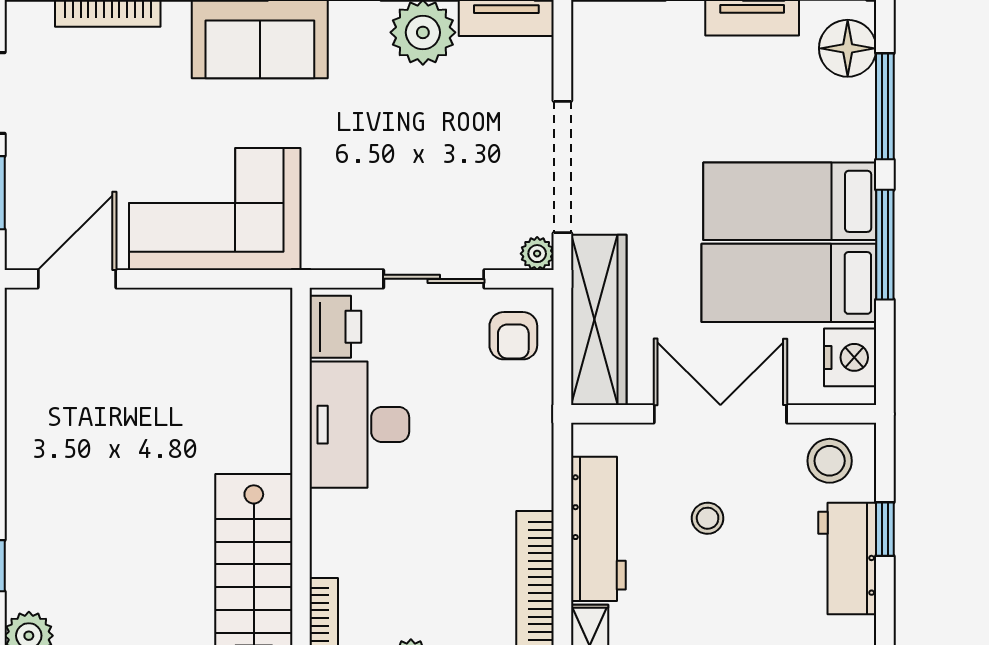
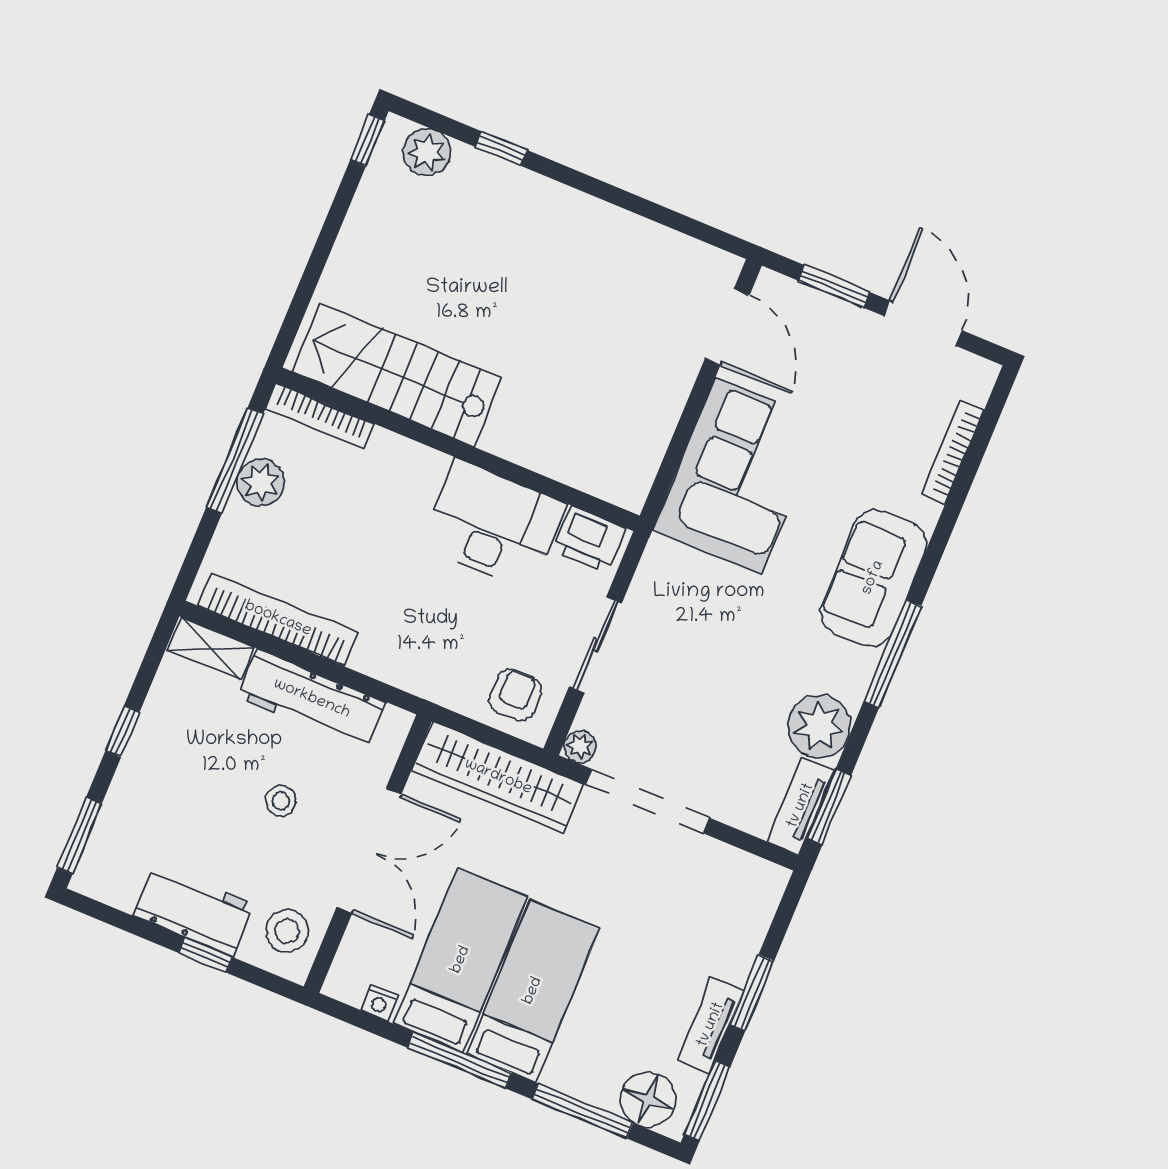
armchair: (513, 336) -> (515, 695), turned 90
nightstand: (850, 357) -> (380, 1003), width x0.53, depth x0.56

